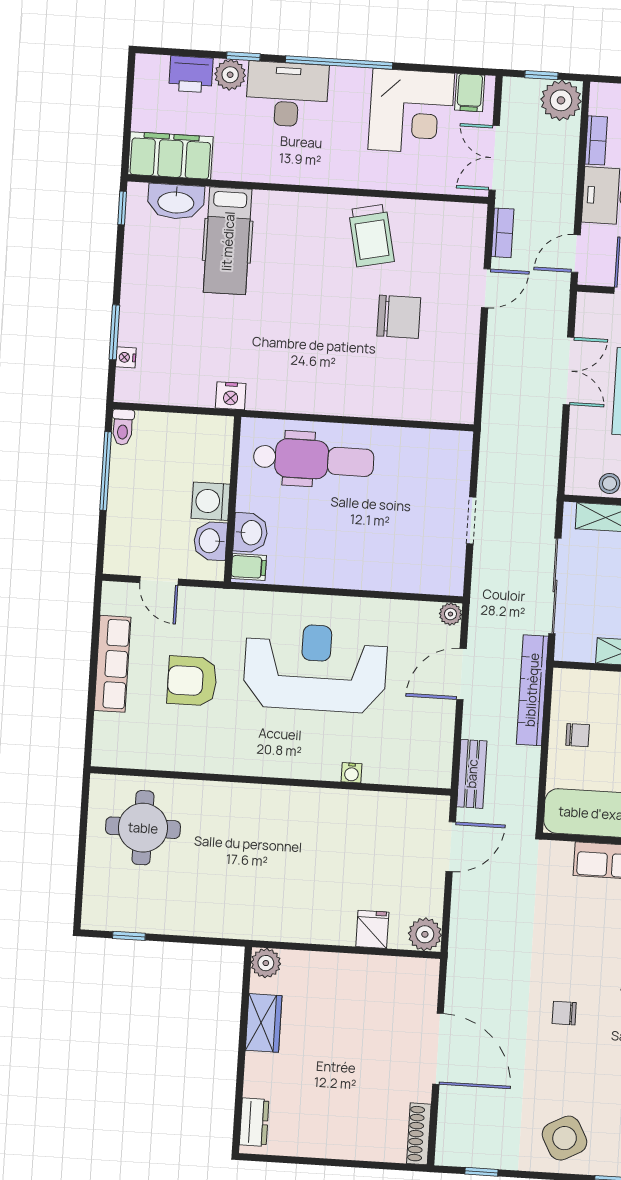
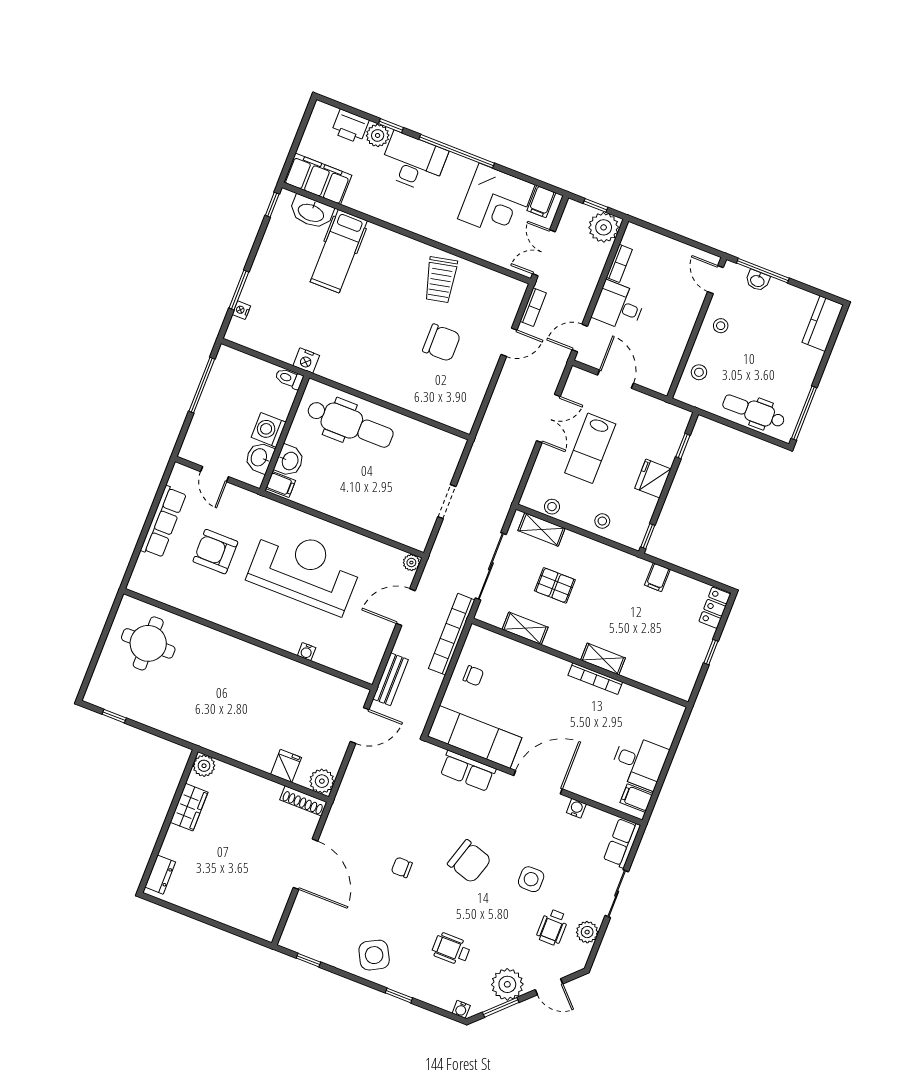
toilet: (123, 427) -> (289, 378), moved, turned 90
shoe rack: (419, 1134) -> (303, 801), moved, turned -90

